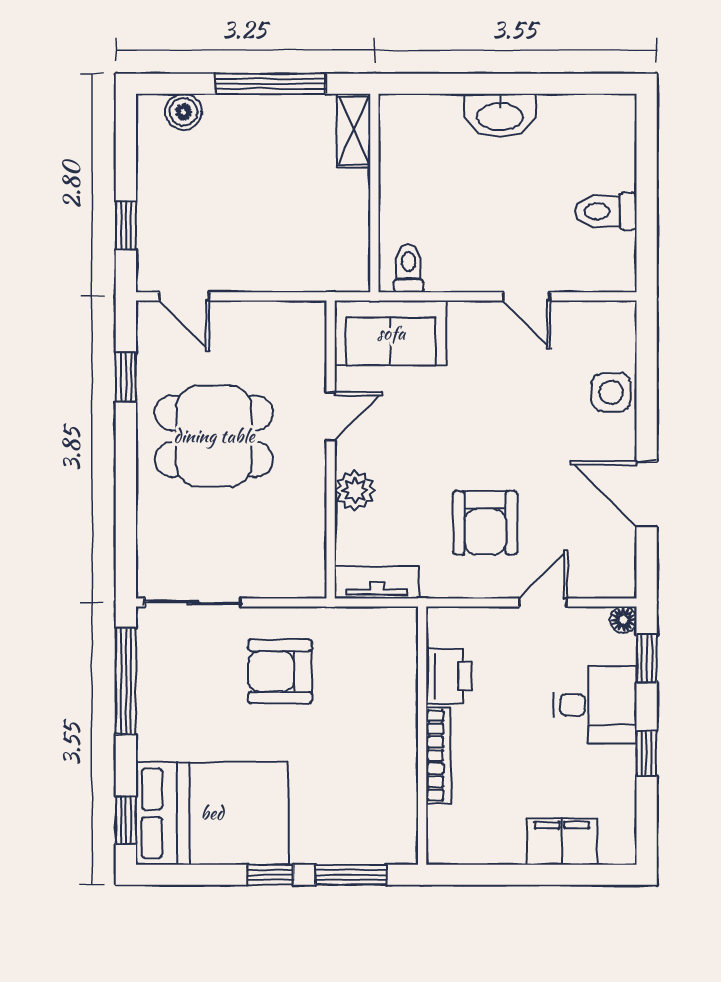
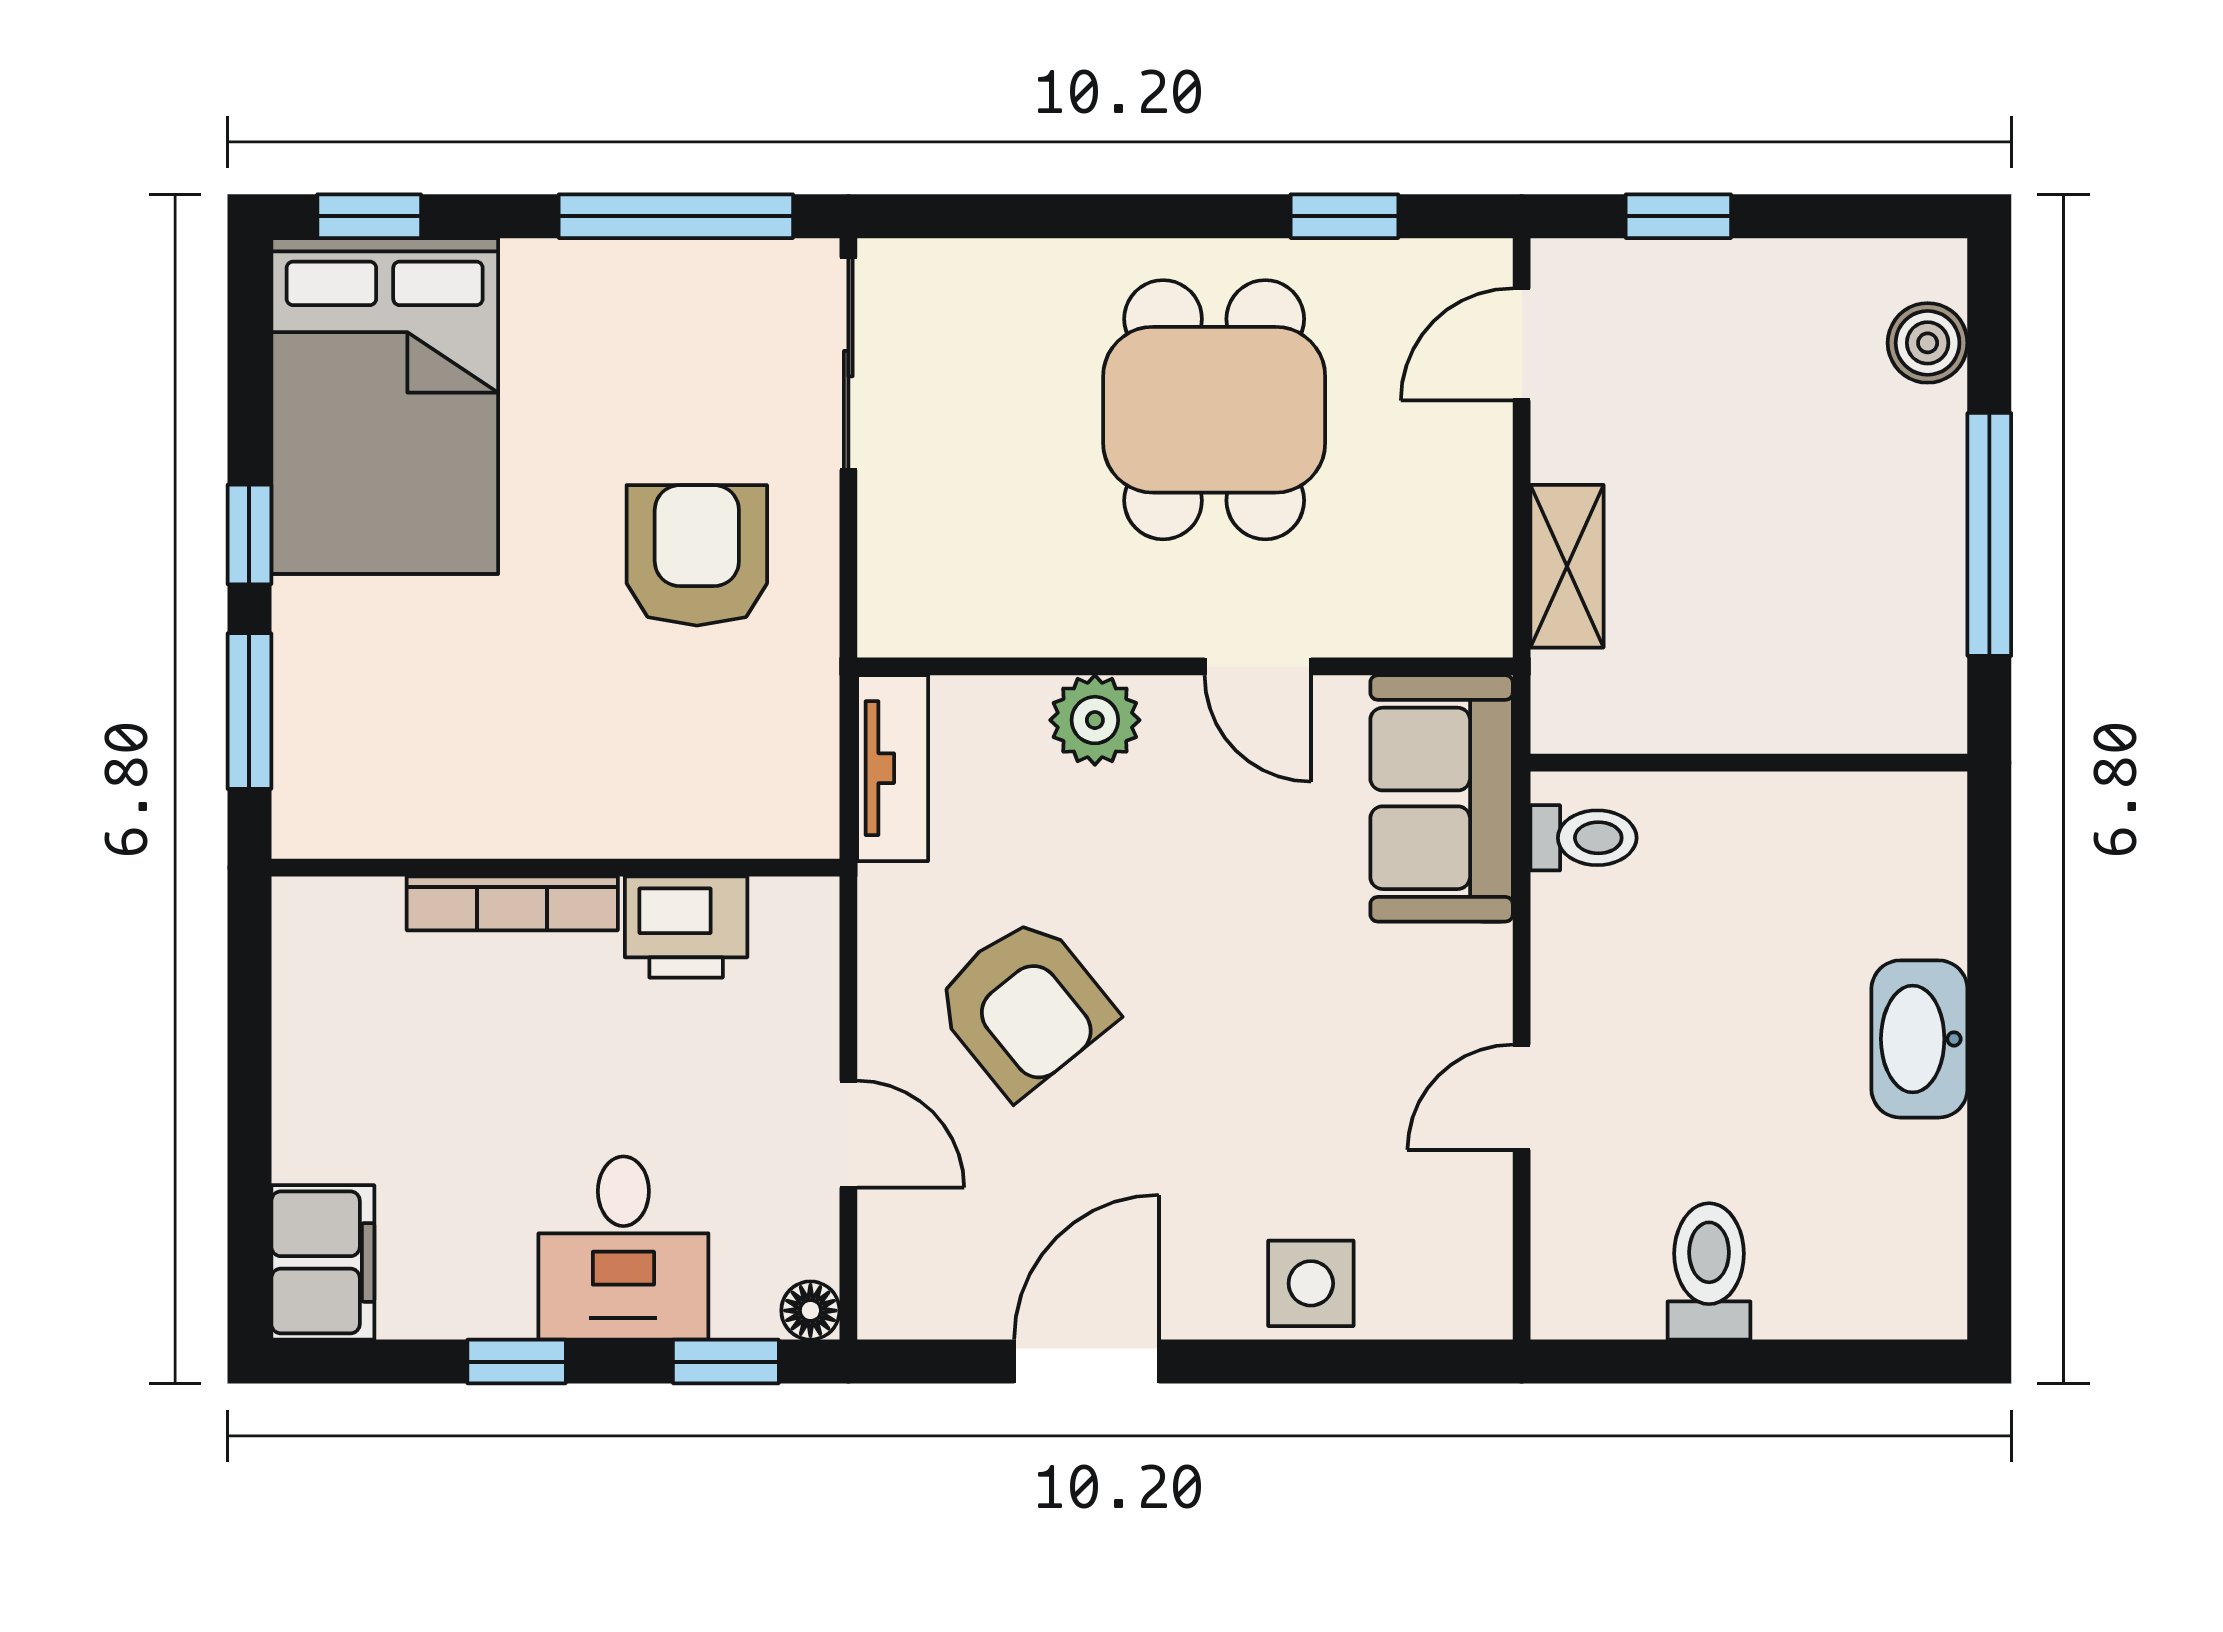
shelving: (354, 131) -> (1567, 566), moved, turned 90
armchair: (485, 523) -> (1024, 1006), turned -129
filing cabinet: (562, 841) -> (323, 1262), moved

